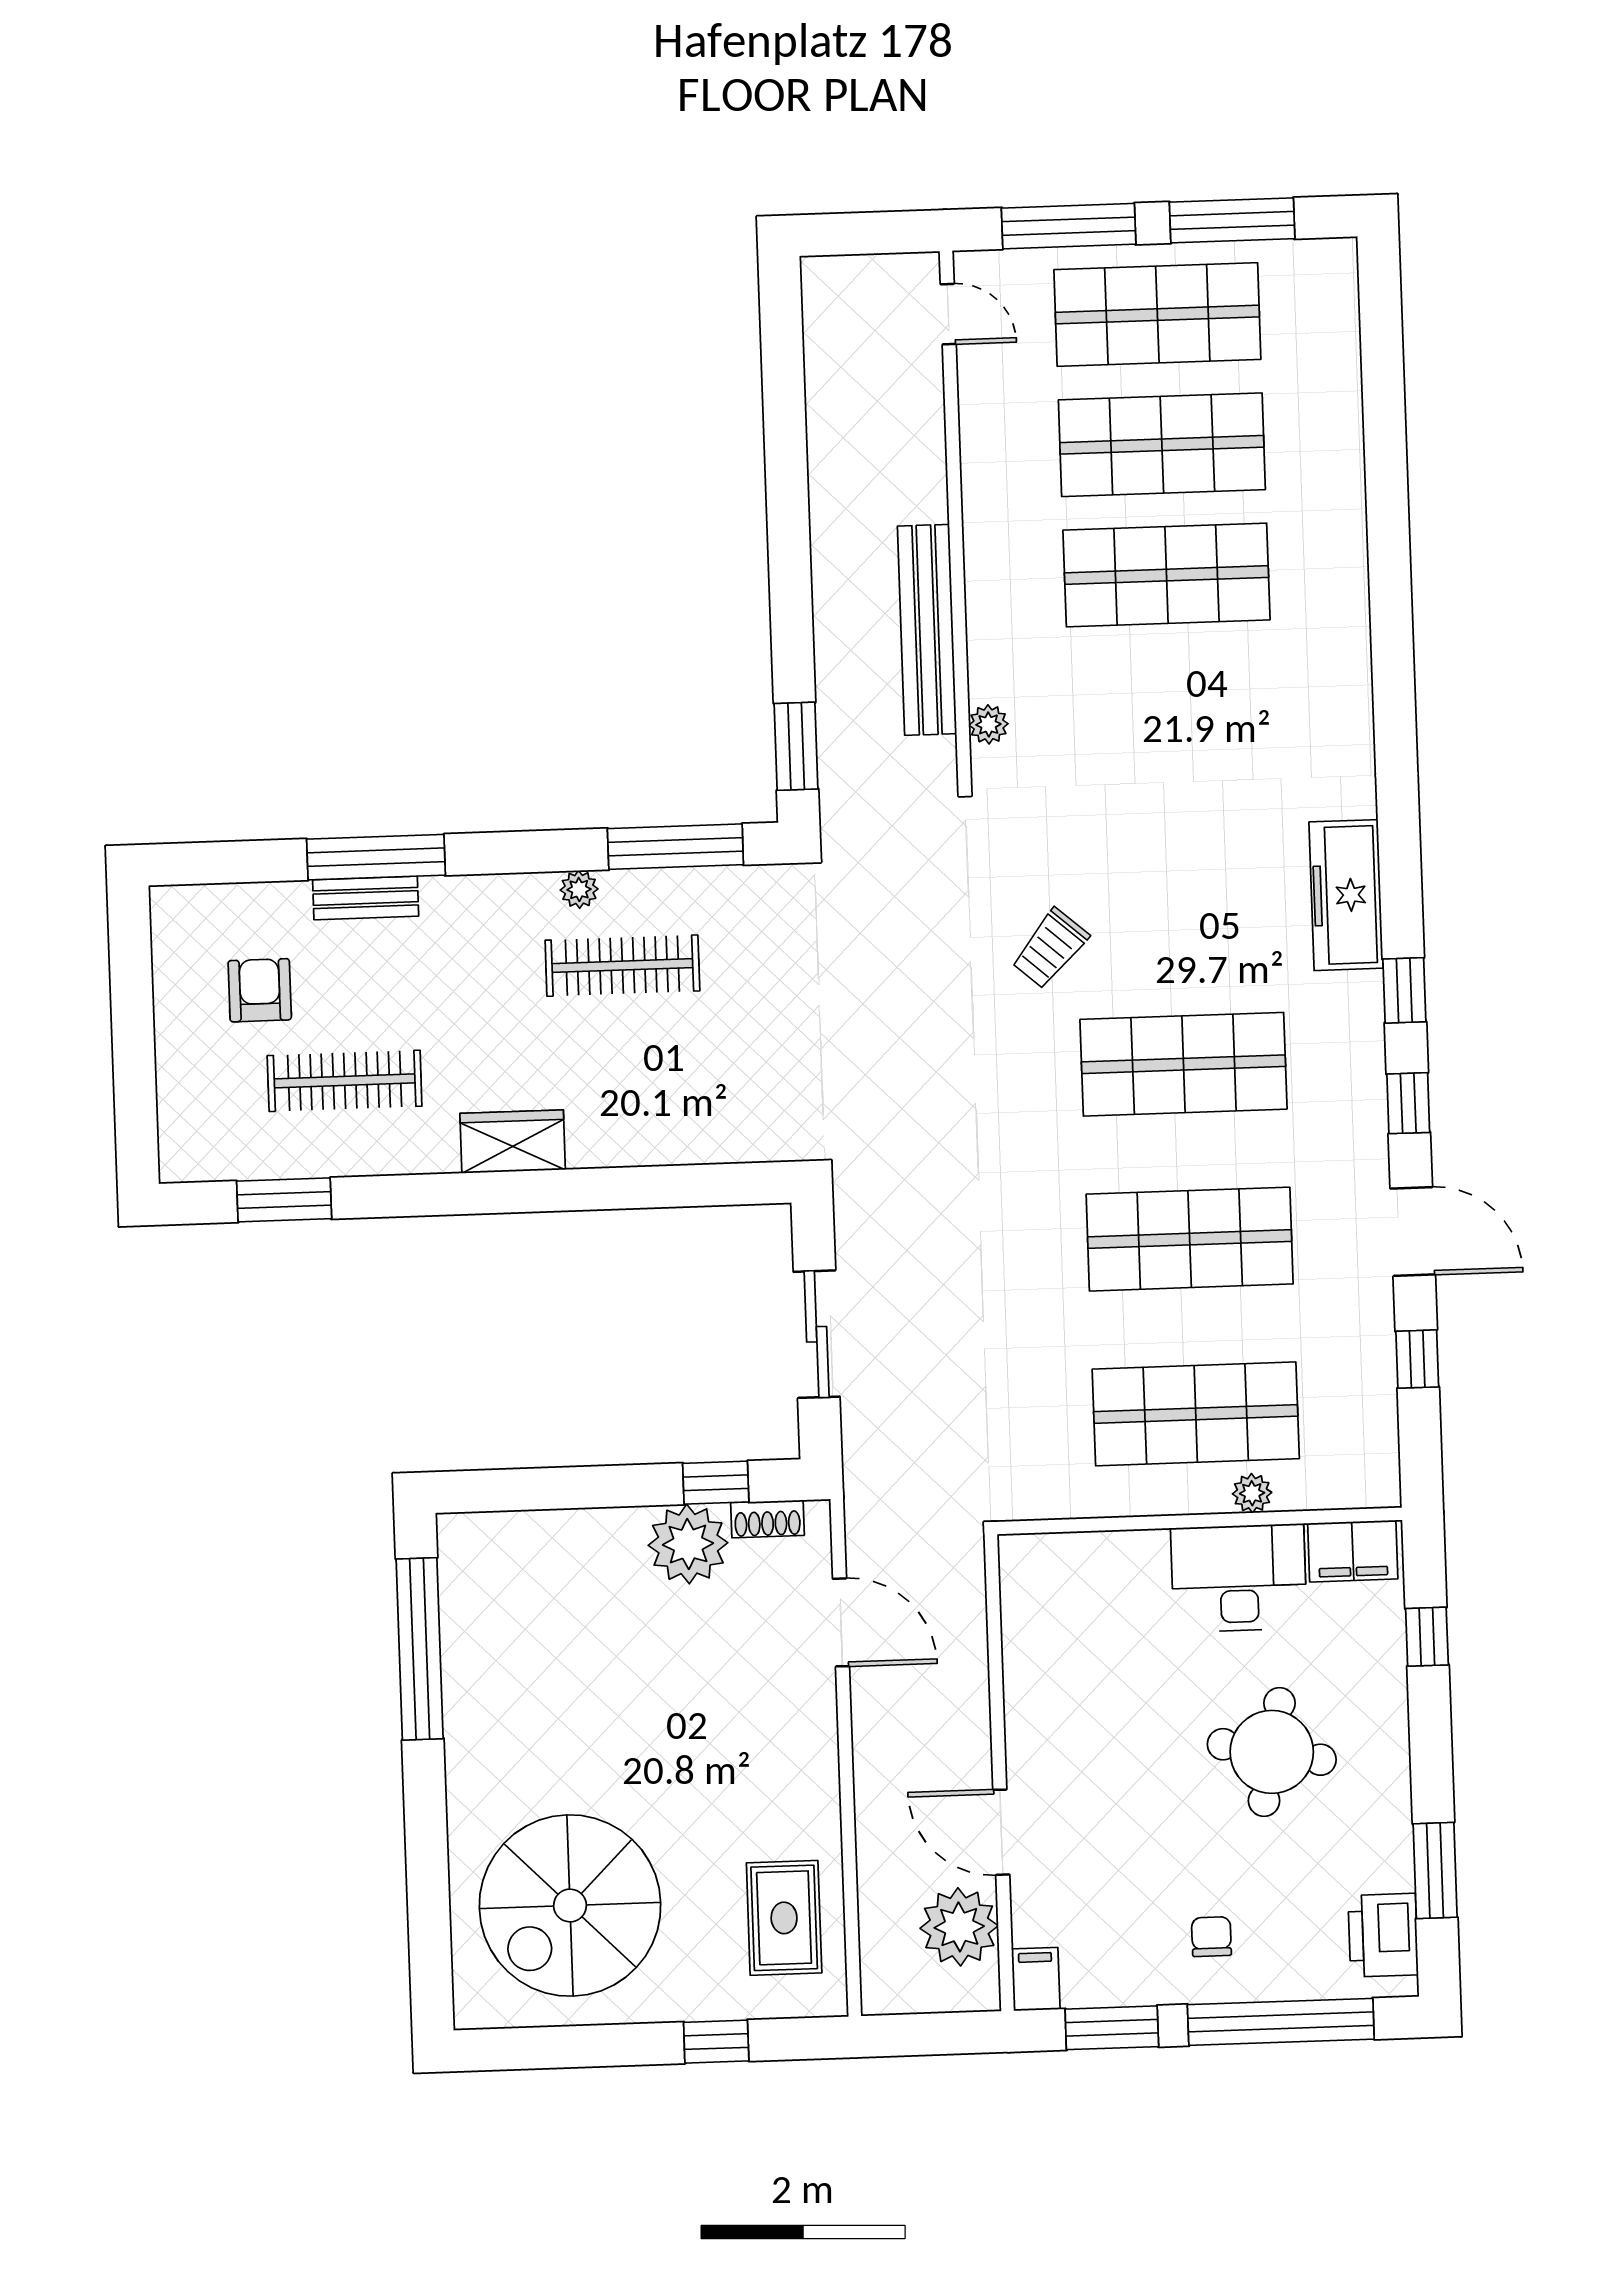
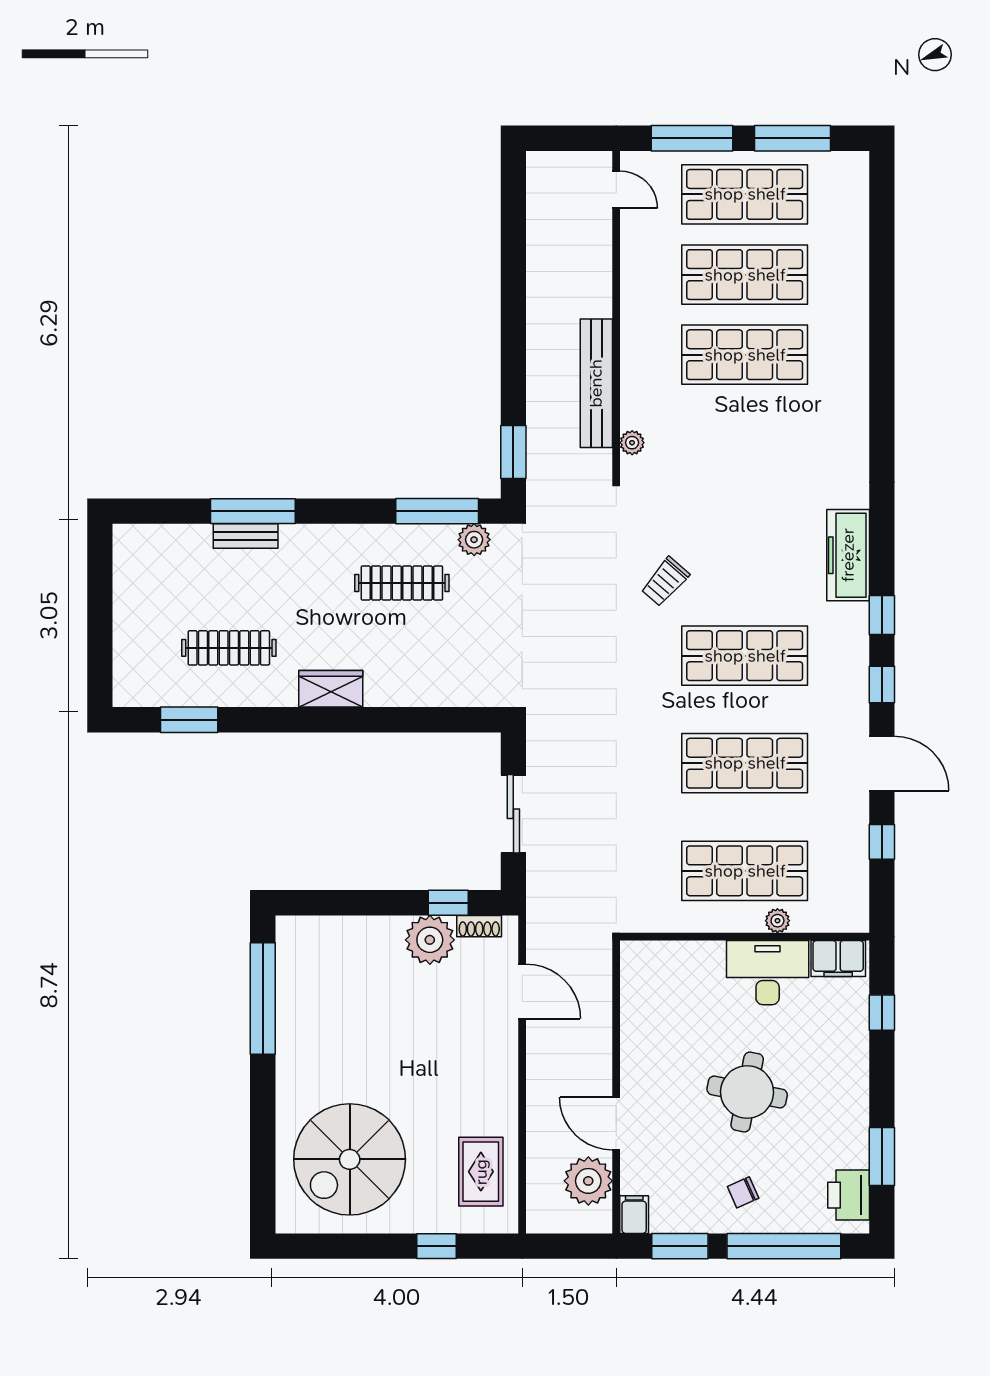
plant: (579, 889) -> (474, 540), moved, width x1.38, depth x1.38
armchair: (260, 990) -> (179, 590), removed
round table: (1272, 1752) -> (747, 1092), moved
chair: (1211, 1937) -> (743, 1192), turned -114

